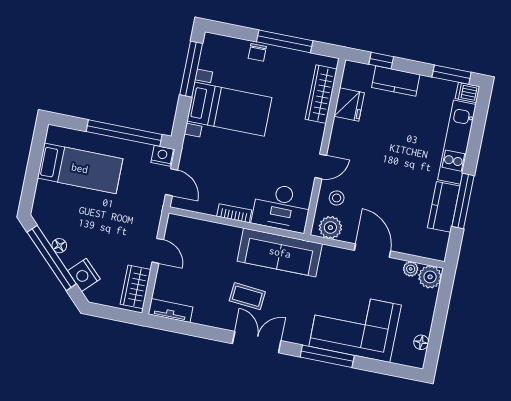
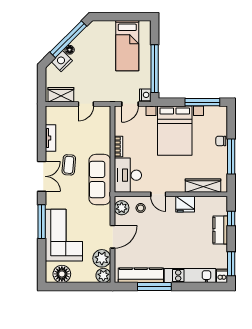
fridge: (349, 104) -> (185, 204), moved
bed with nightstands: (229, 109) -> (175, 131), width x1.36
kitchen counter: (444, 207) -> (141, 275), width x1.50
floor lamp: (59, 246) -> (70, 50), moved
plant: (411, 269) -> (102, 258), width x1.87, depth x1.87
tv unit: (171, 311) -> (50, 138), moved
floor lamp: (421, 342) -> (62, 274), width x1.89, depth x1.89

